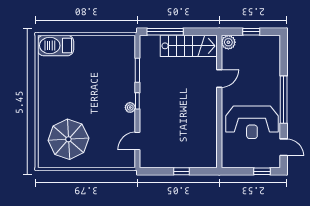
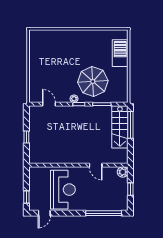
barbecue: (56, 46) -> (120, 53), moved
stairs: (189, 46) -> (120, 127), moved
window: (284, 100) -> (104, 213), moved
reception desk: (252, 122) -> (63, 190), turned 180
parasol: (68, 139) -> (93, 81), moved

